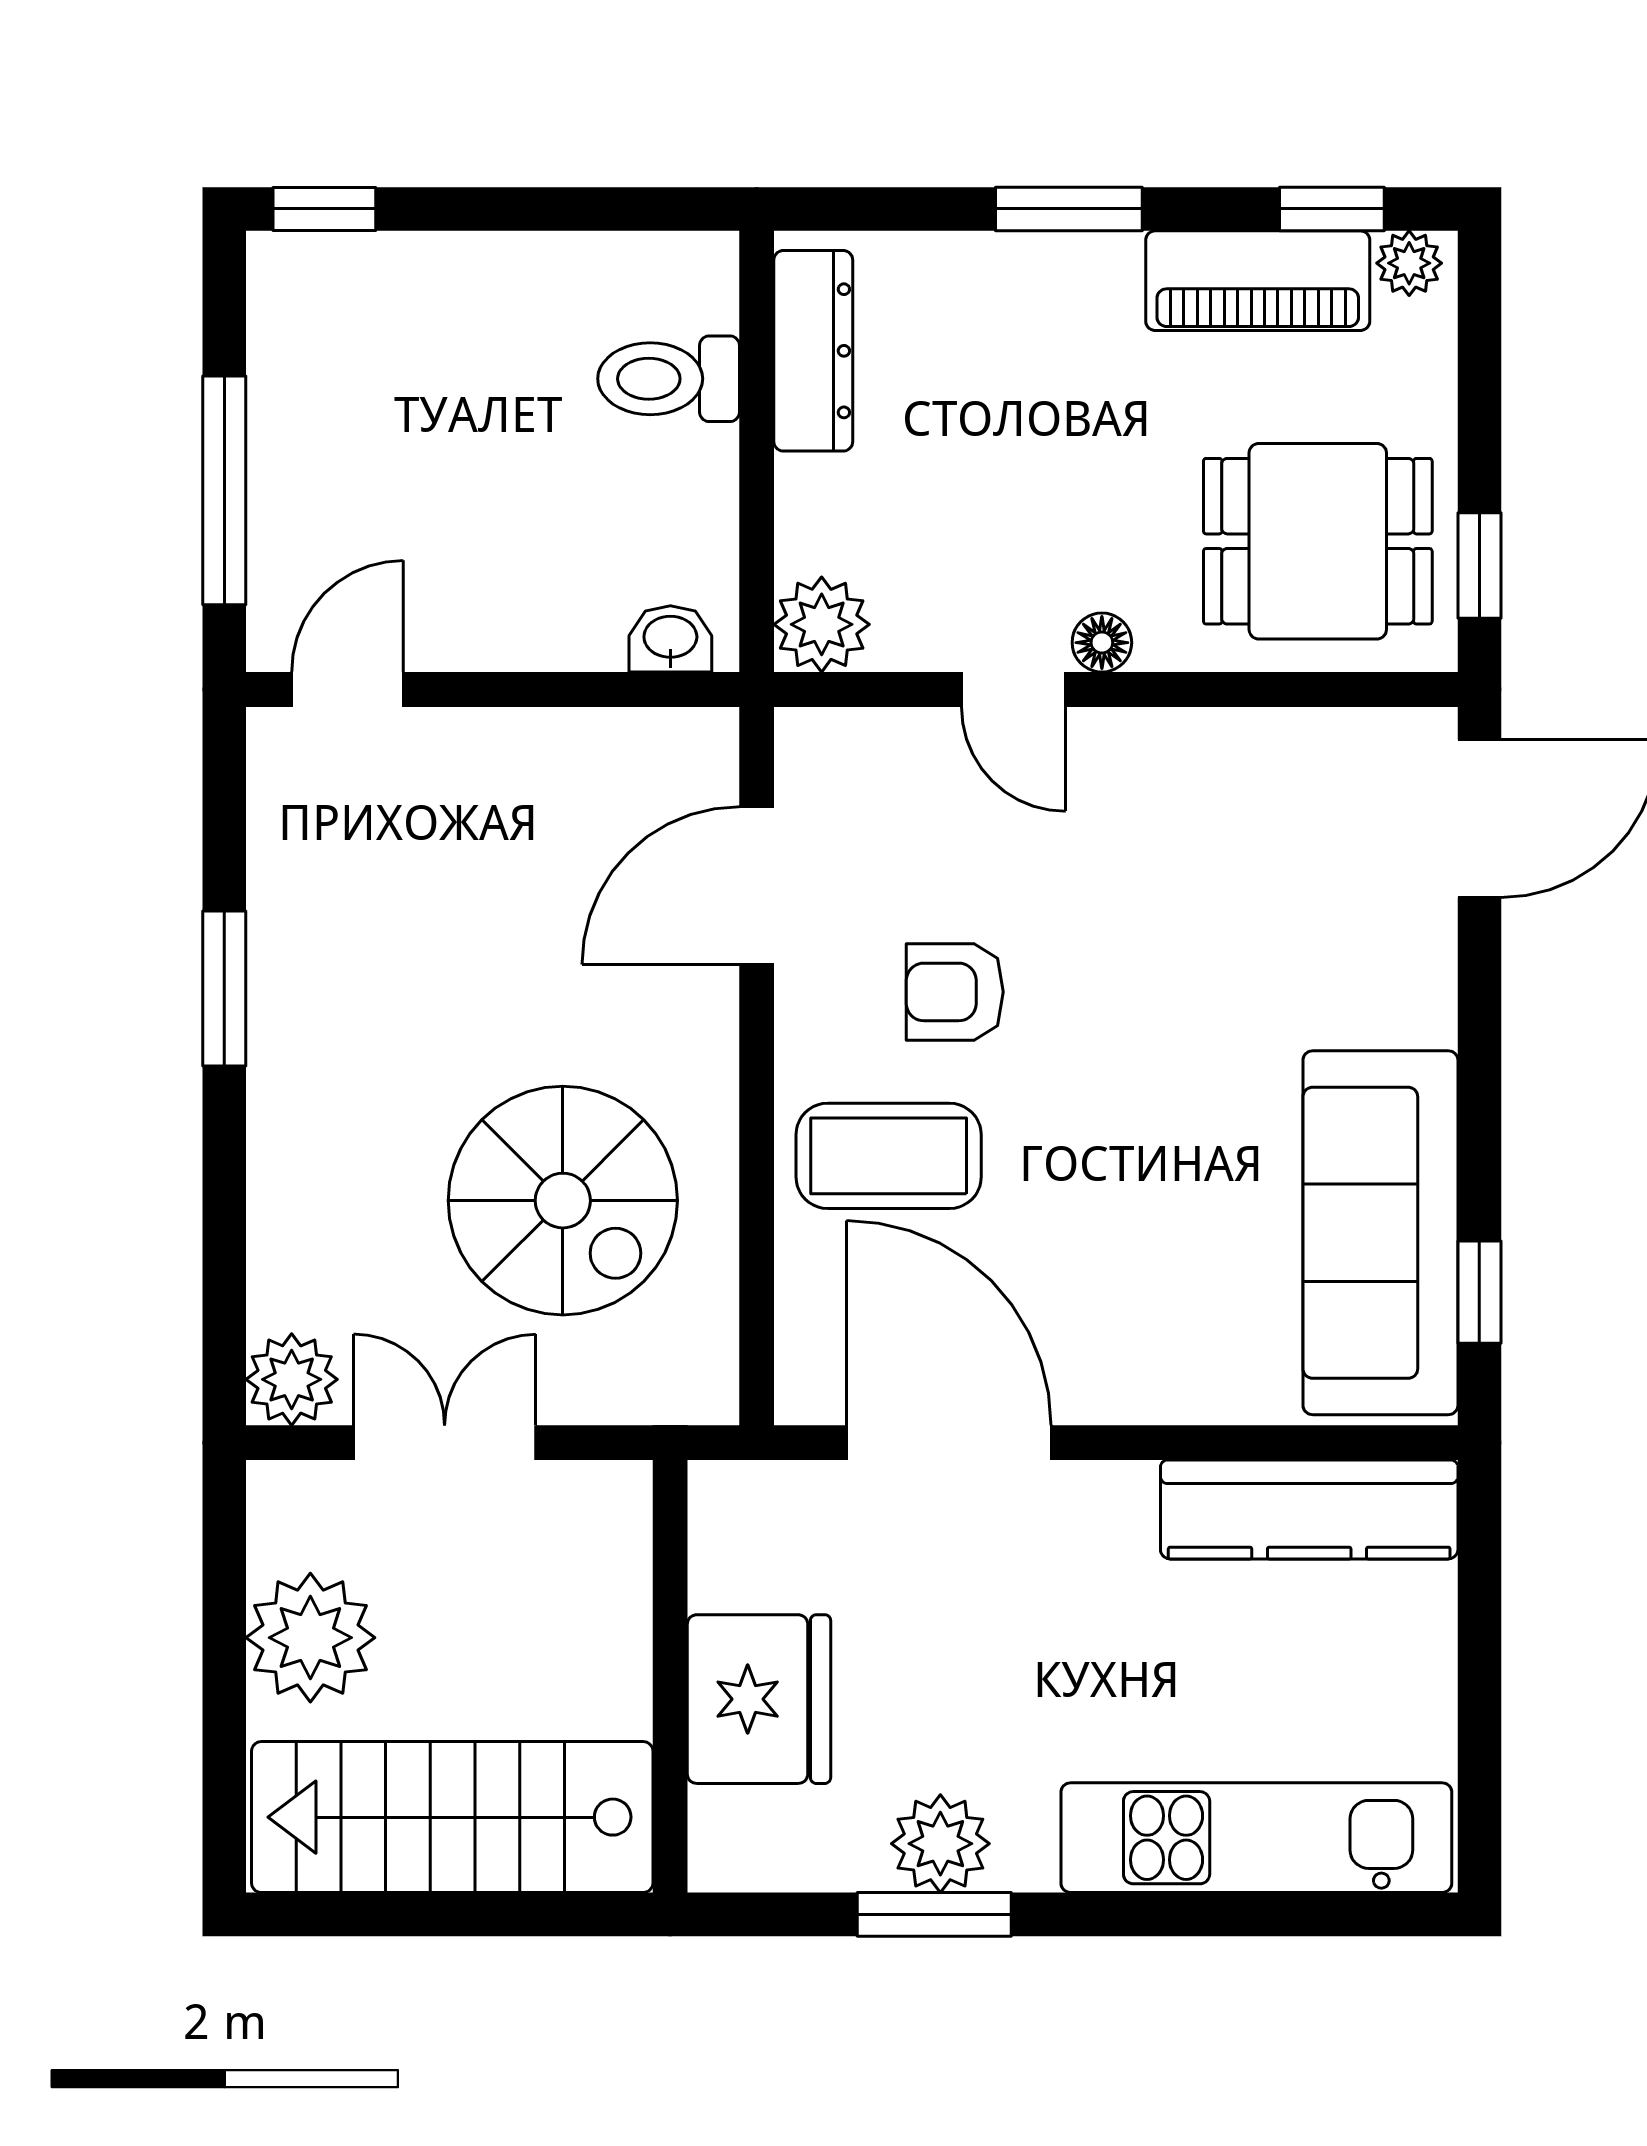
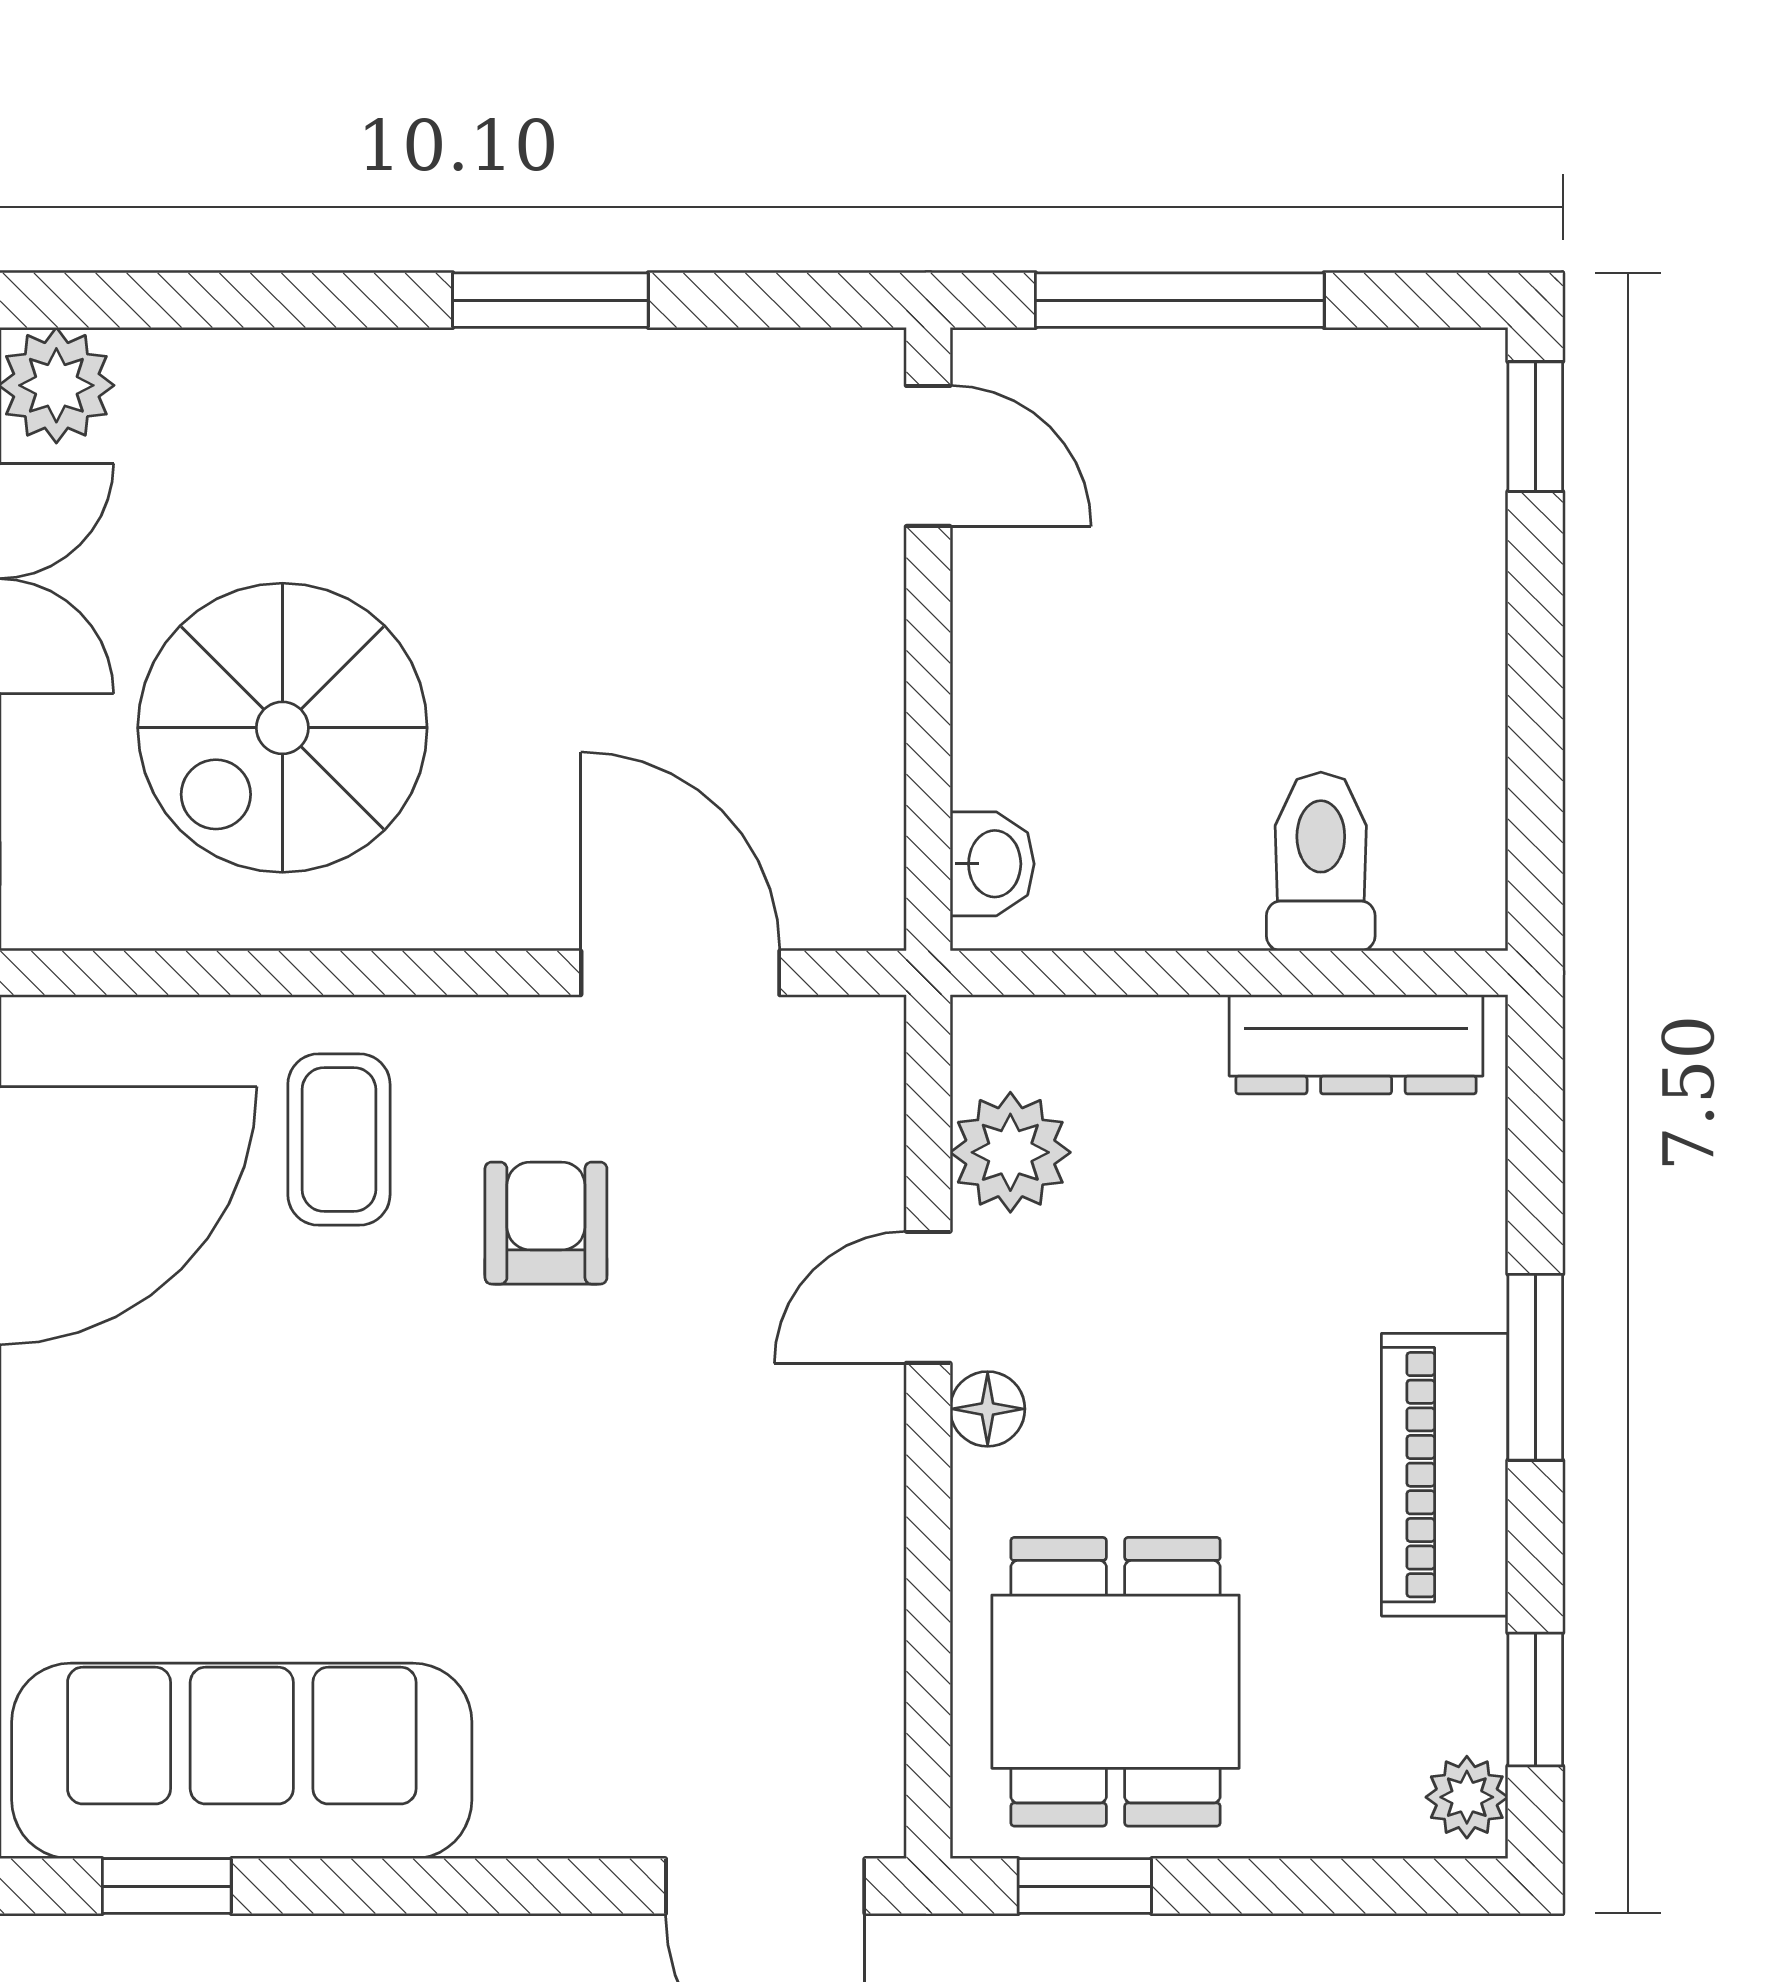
piano: (1258, 281) -> (1445, 1475), moved
plant: (822, 624) -> (1010, 1152), moved
coffee table: (889, 1156) -> (339, 1139), width x0.73, depth x0.77

